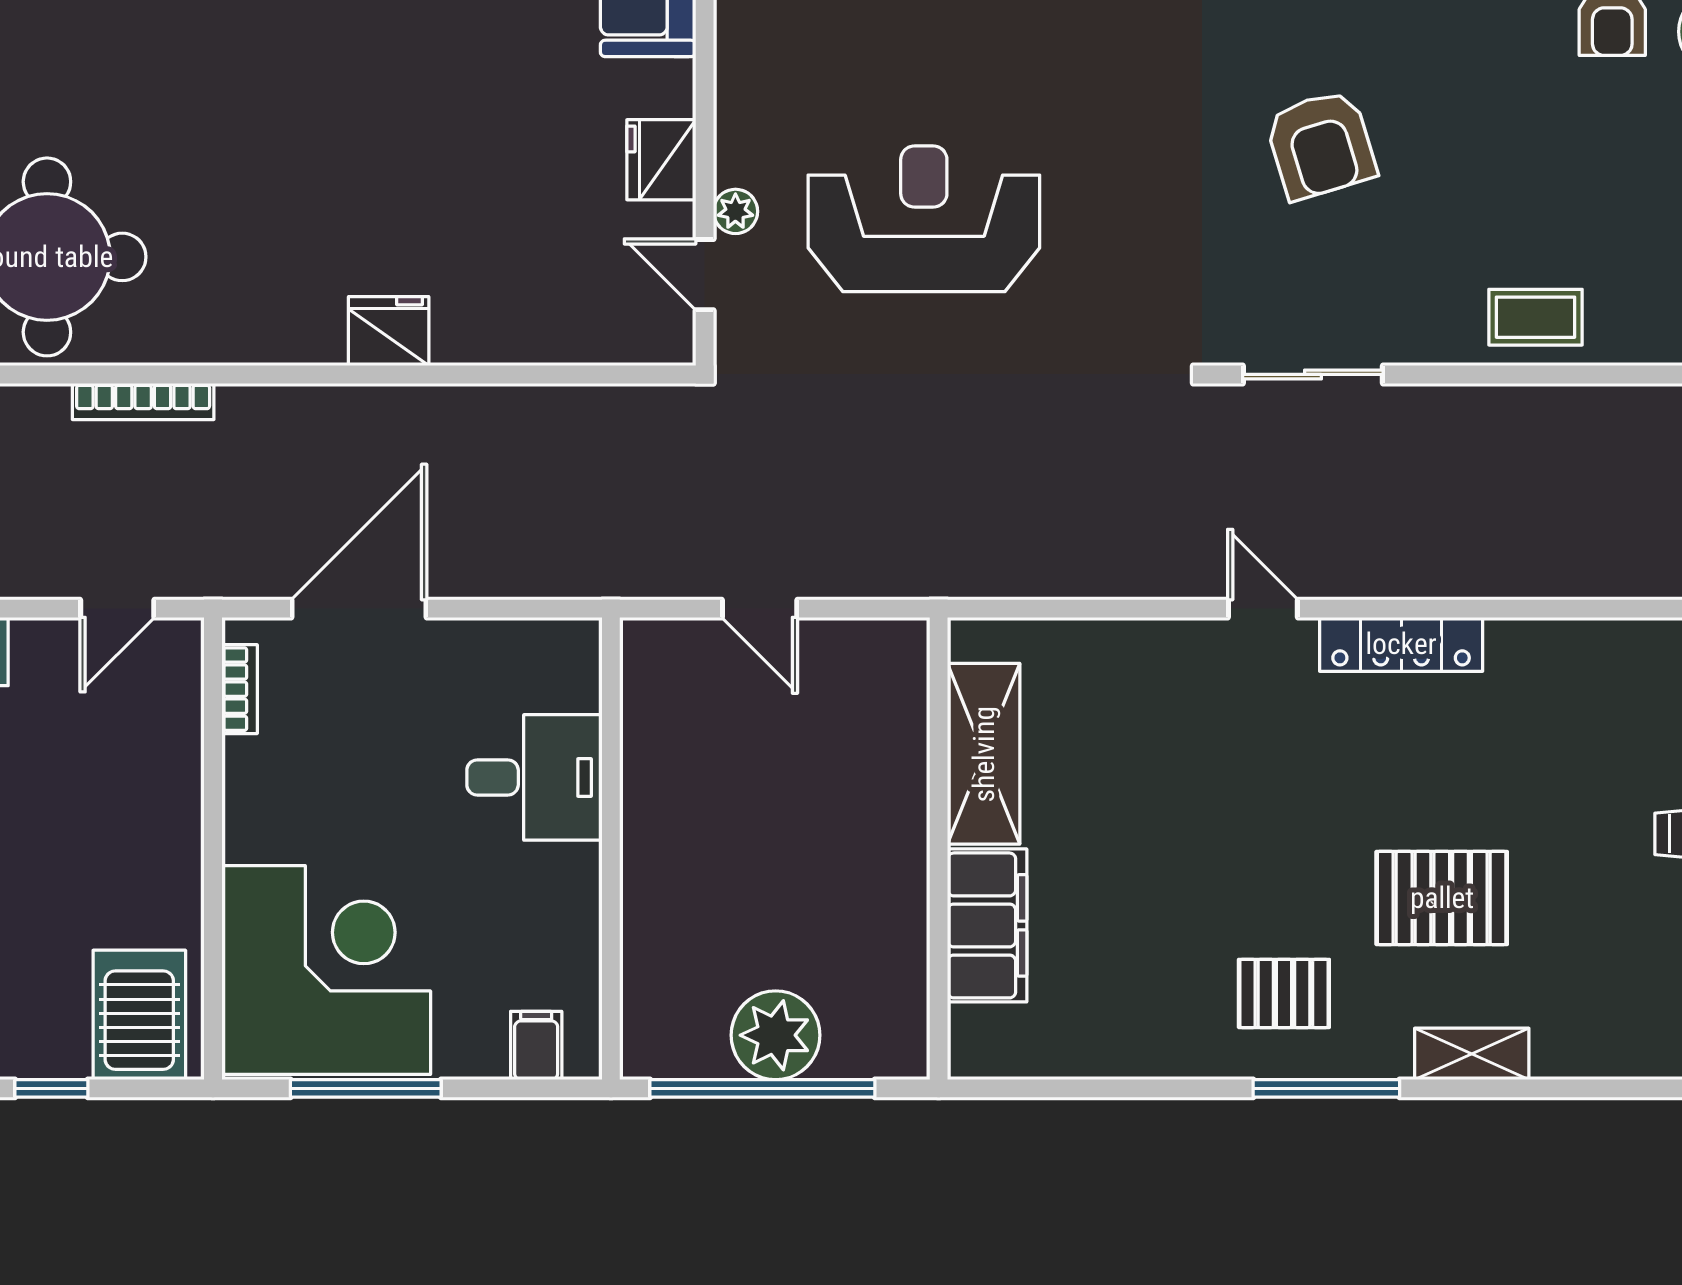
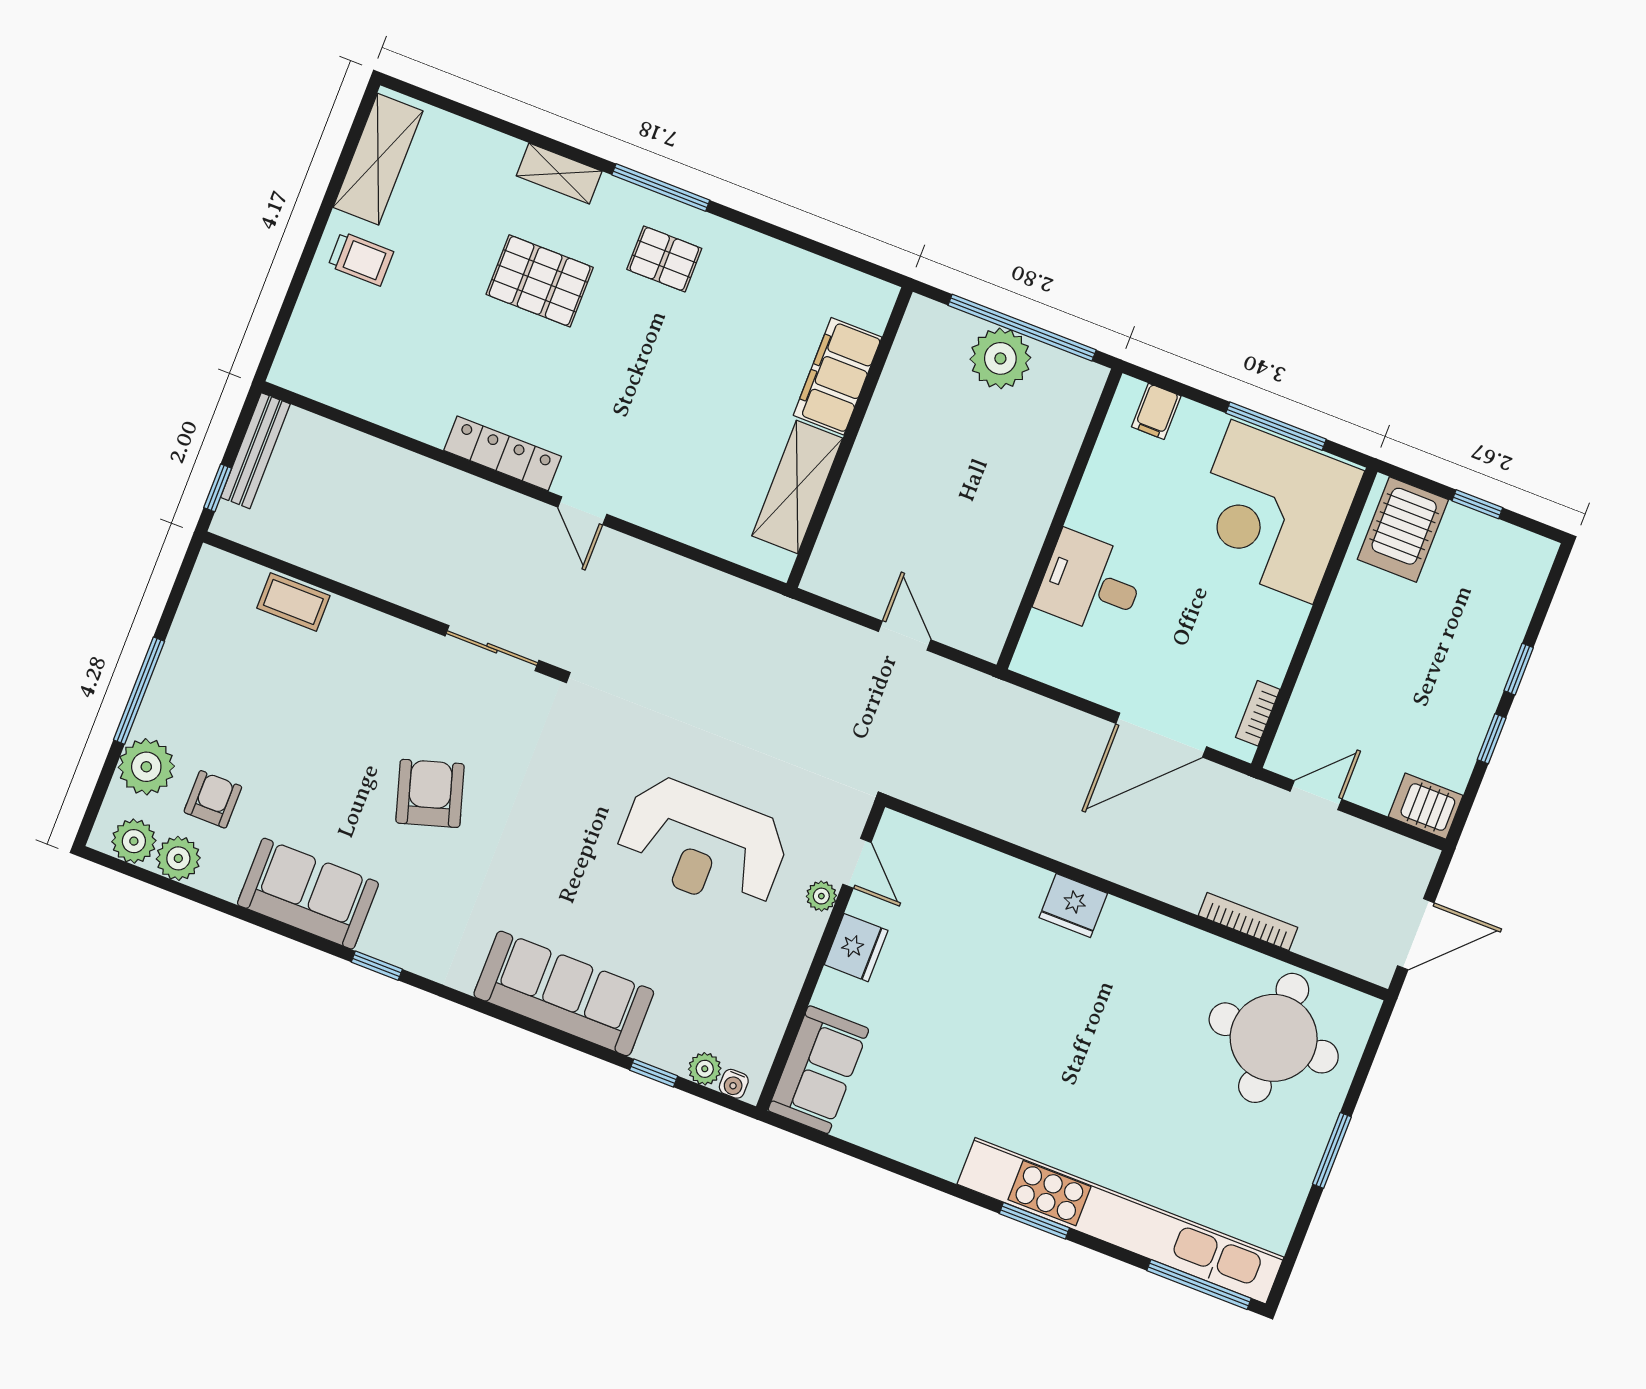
coffee table: (1535, 317) -> (293, 602), moved

